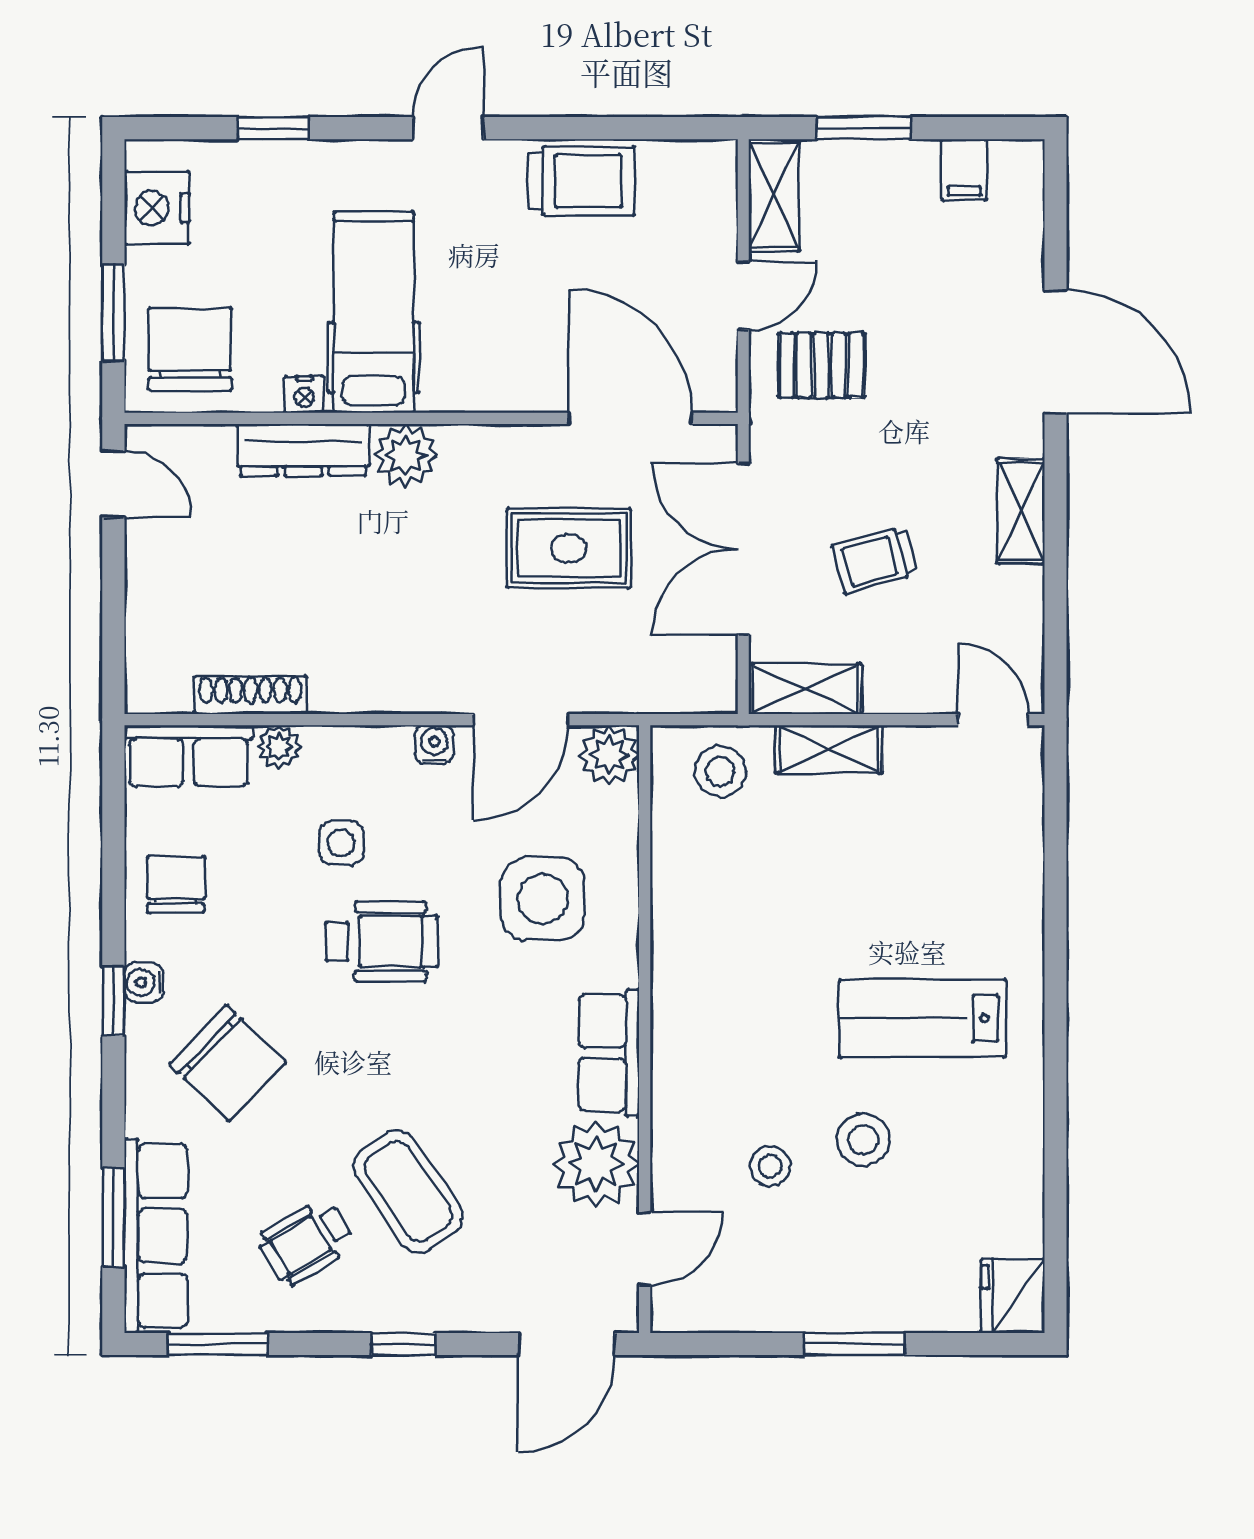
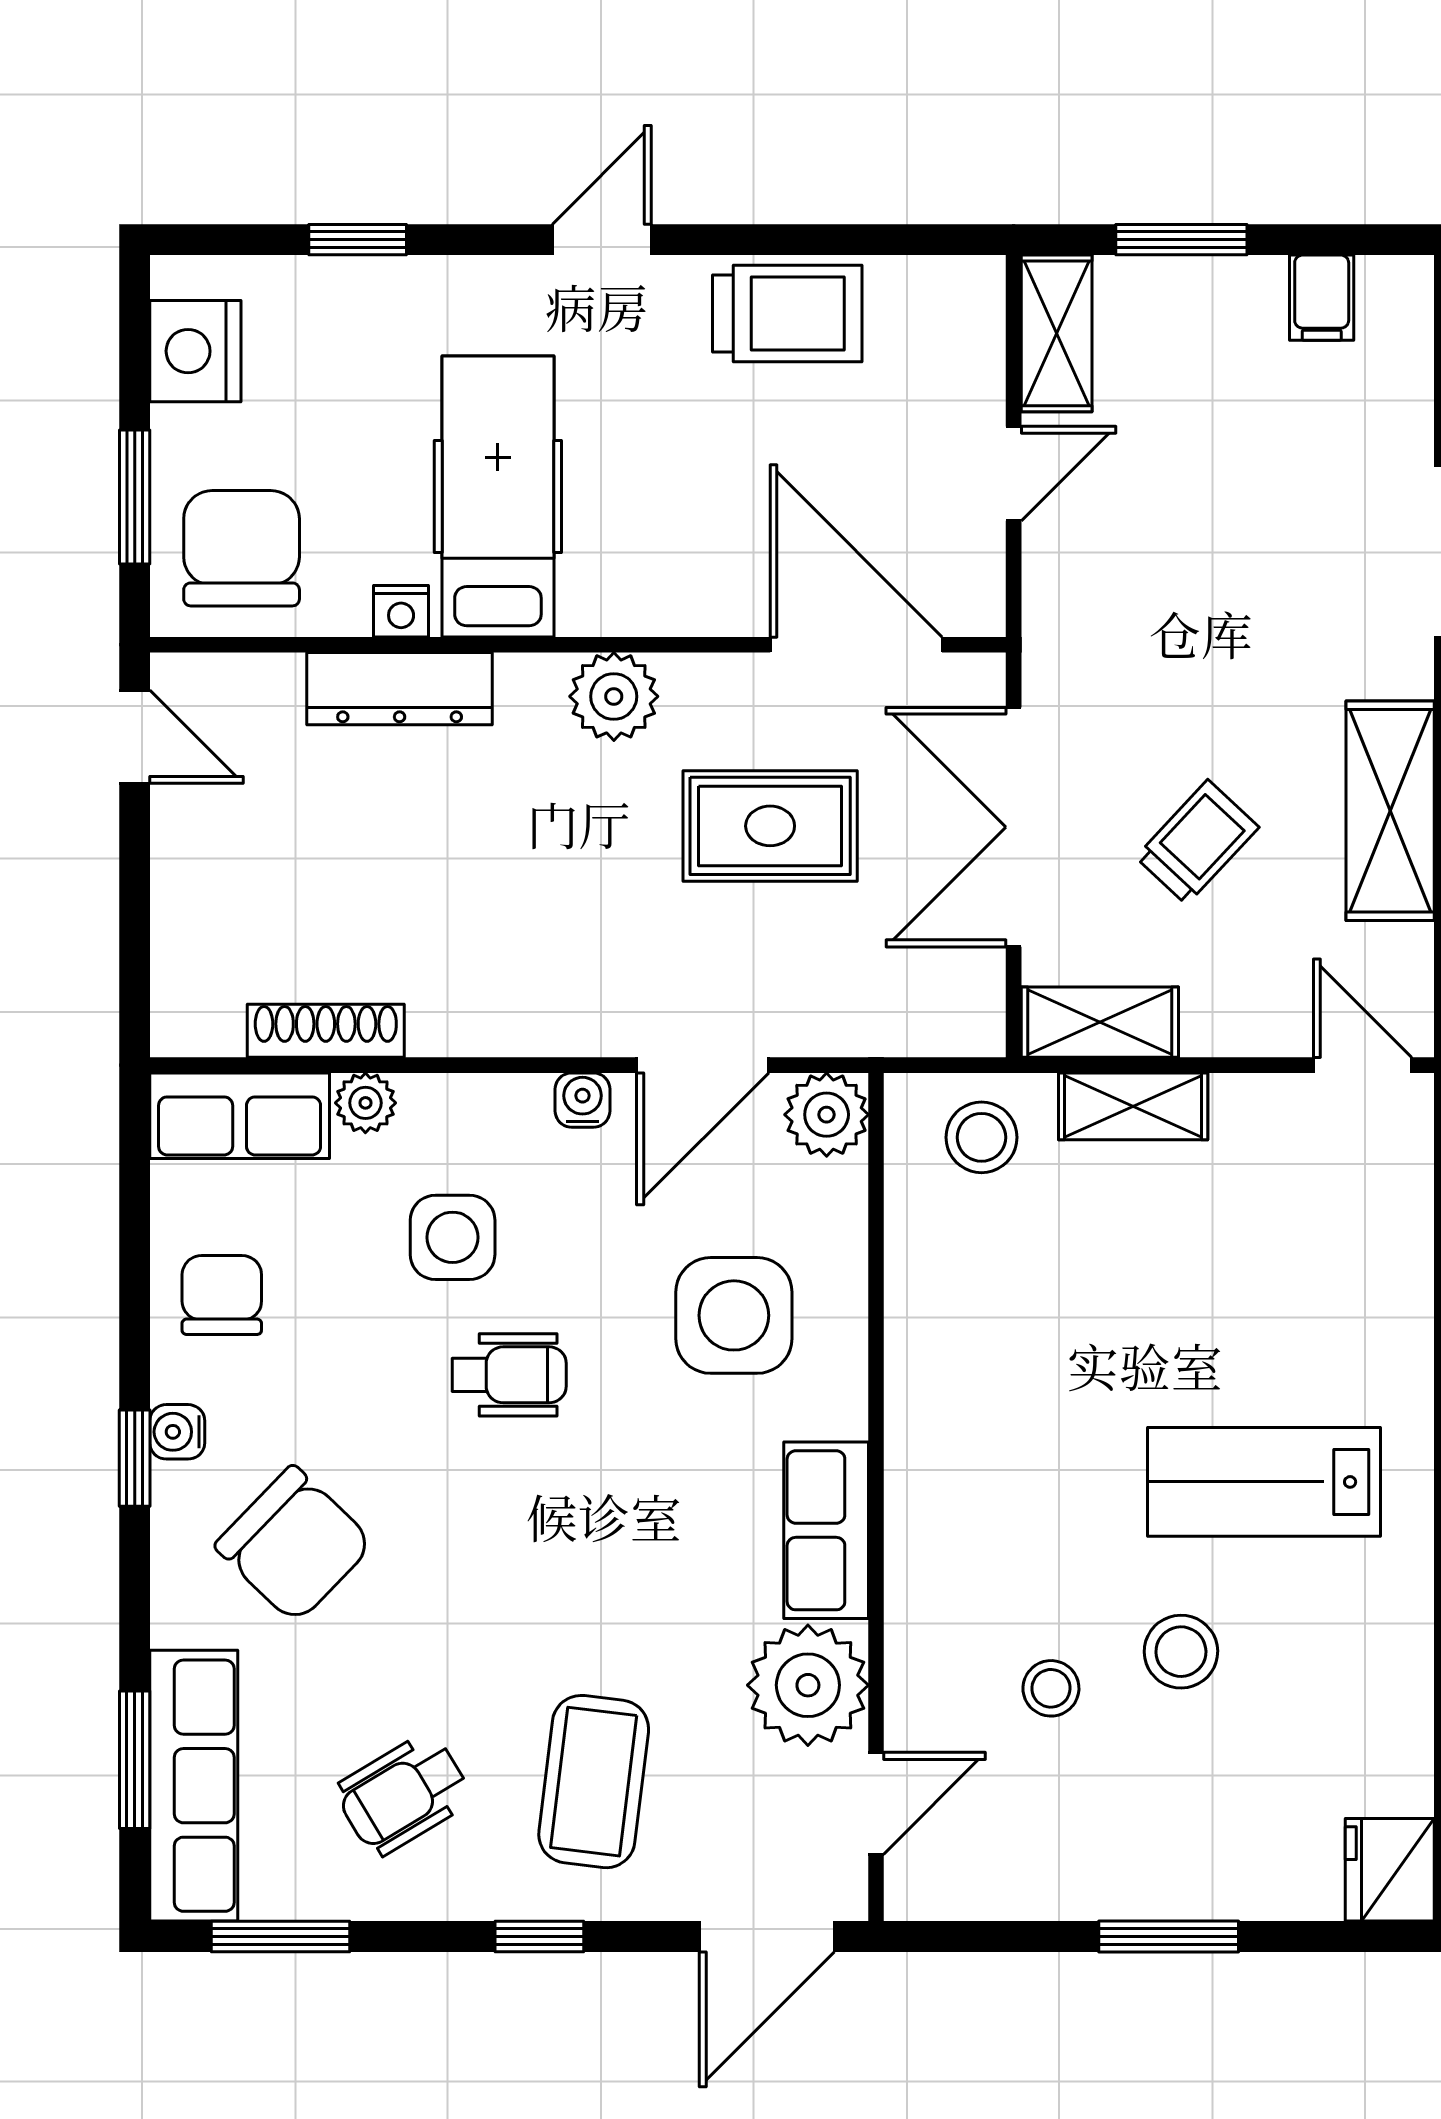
pallet: (821, 365) -> (1123, 571), removed
plant: (406, 455) -> (614, 696), moved
shelving: (1021, 511) -> (1390, 811), width x1.50, depth x1.33
trolley: (875, 560) -> (1197, 842), turned 148
side table: (341, 843) -> (453, 1237), width x1.37, depth x1.37
wheelchair: (382, 942) -> (509, 1375), width x0.73, depth x0.73
coffee table: (408, 1191) -> (594, 1782), moved, turned 41

